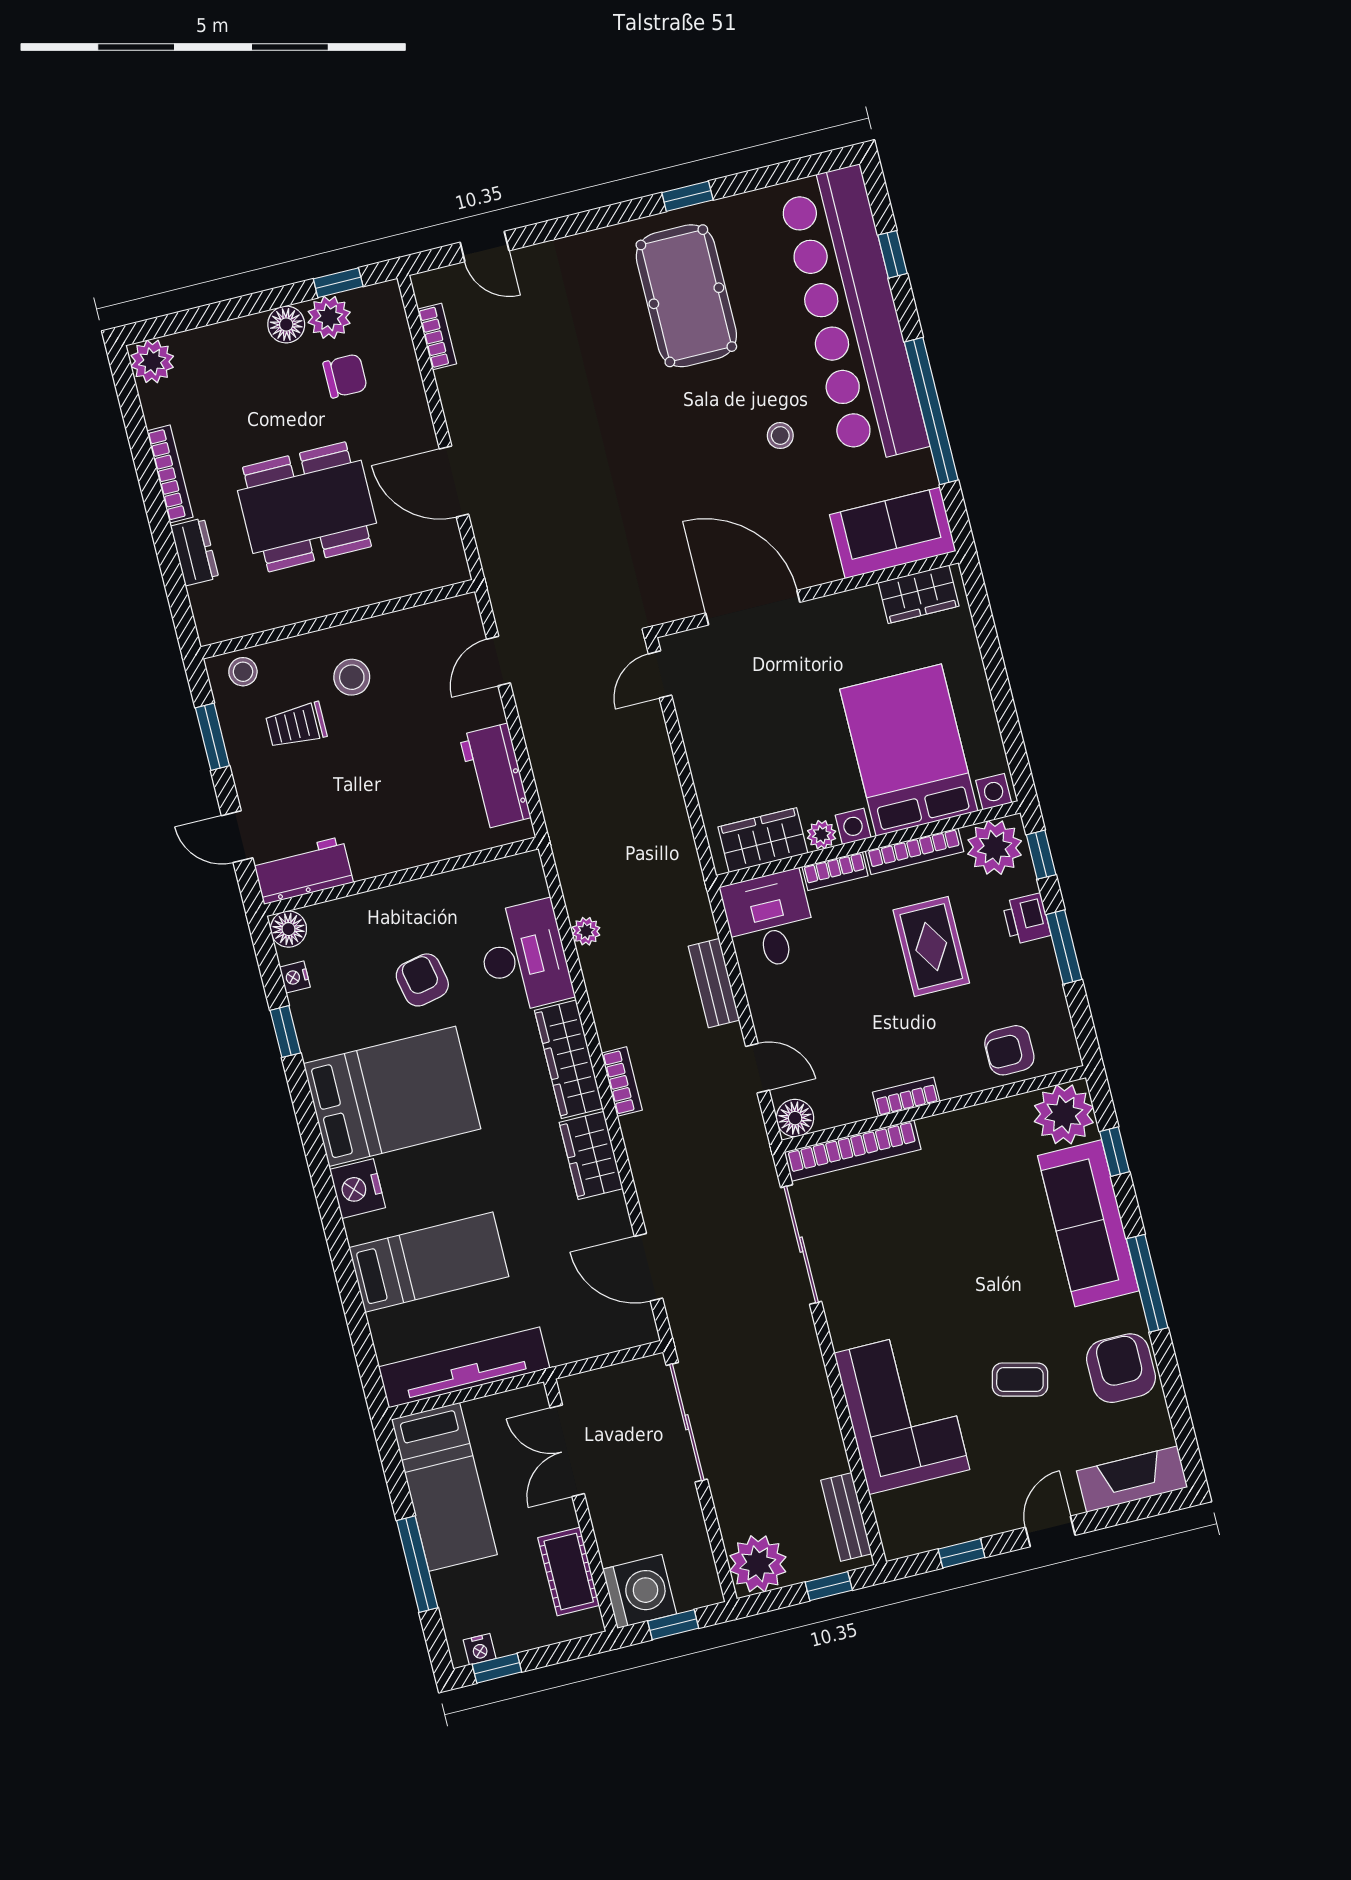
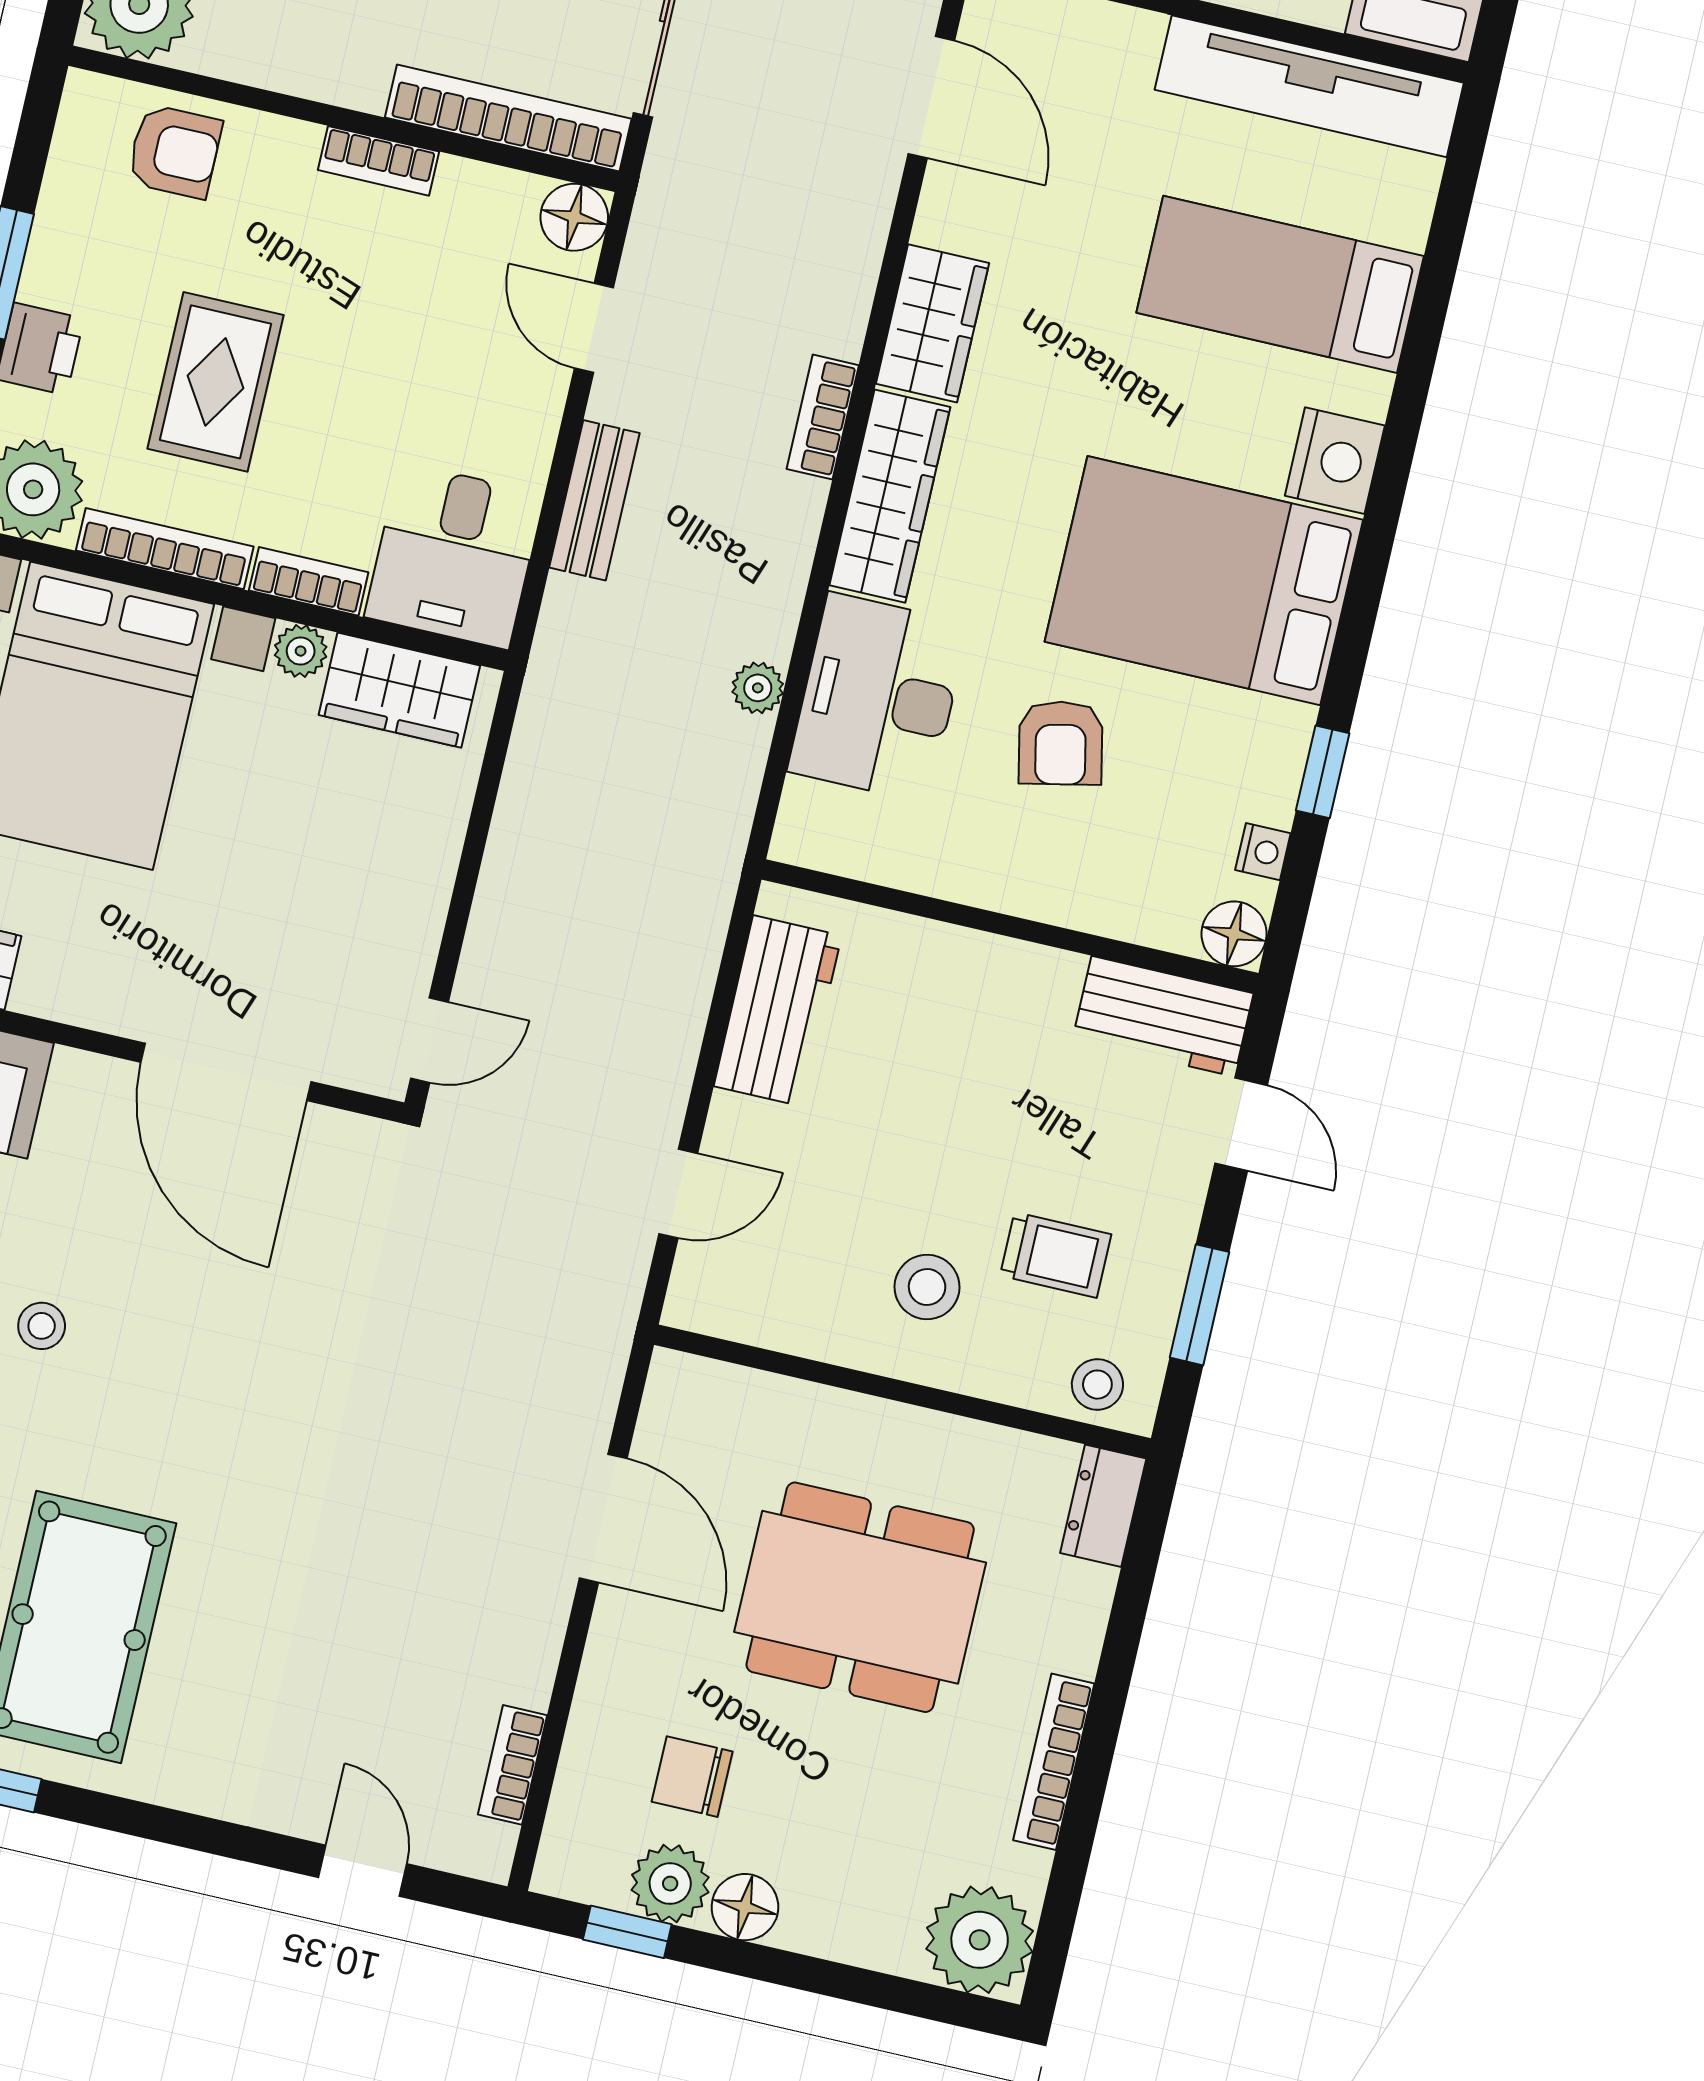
plant: (152, 361) -> (980, 1940), width x1.36, depth x1.36
dresser: (195, 552) -> (1103, 1506), moved

